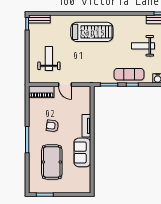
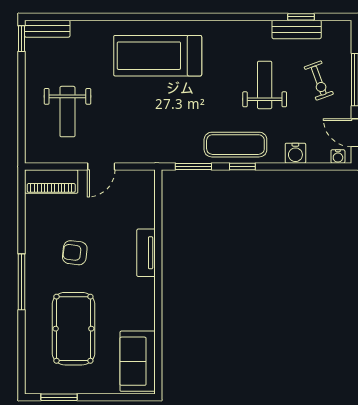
treadmill: (92, 32) -> (158, 56), turned 180
weight bench: (143, 46) -> (265, 85), turned 90
weight bench: (49, 59) -> (67, 112), turned 180
door: (65, 85) -> (101, 166), hinge flipped
sofa: (82, 152) -> (138, 361), moved

